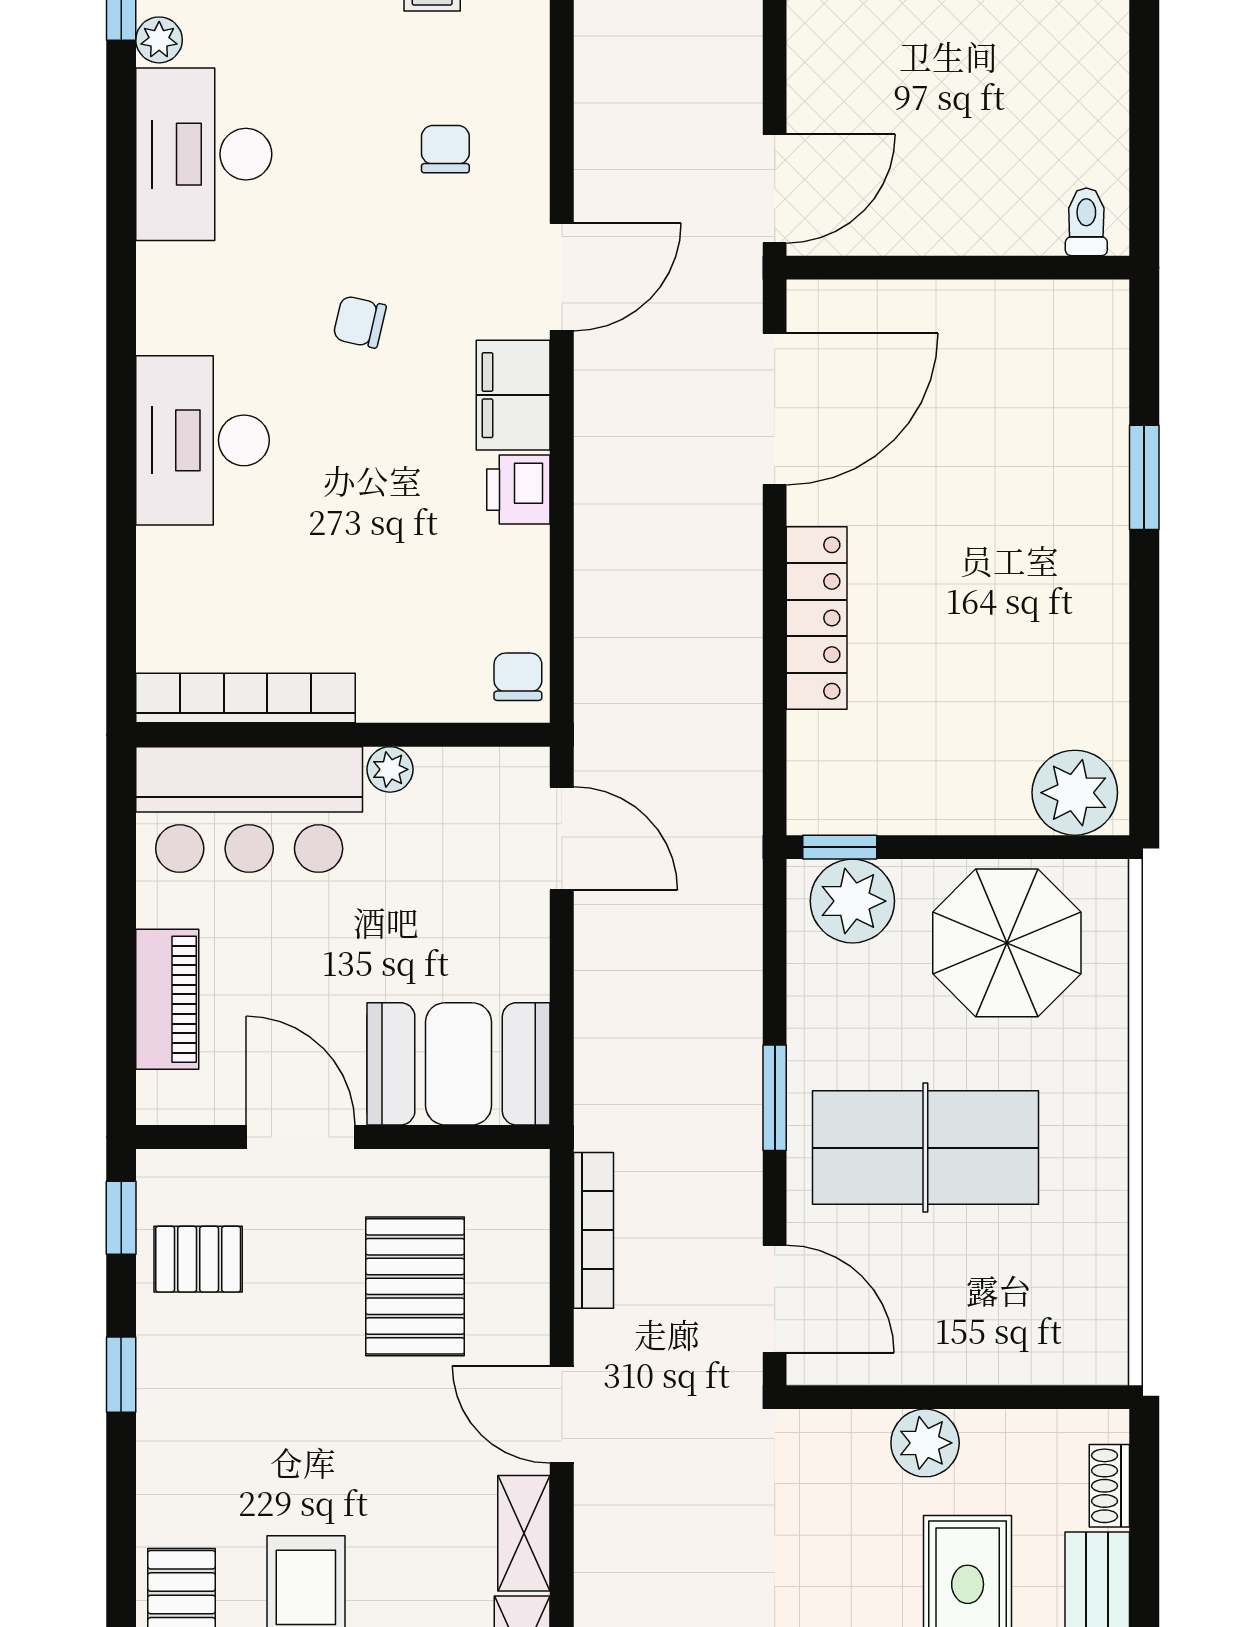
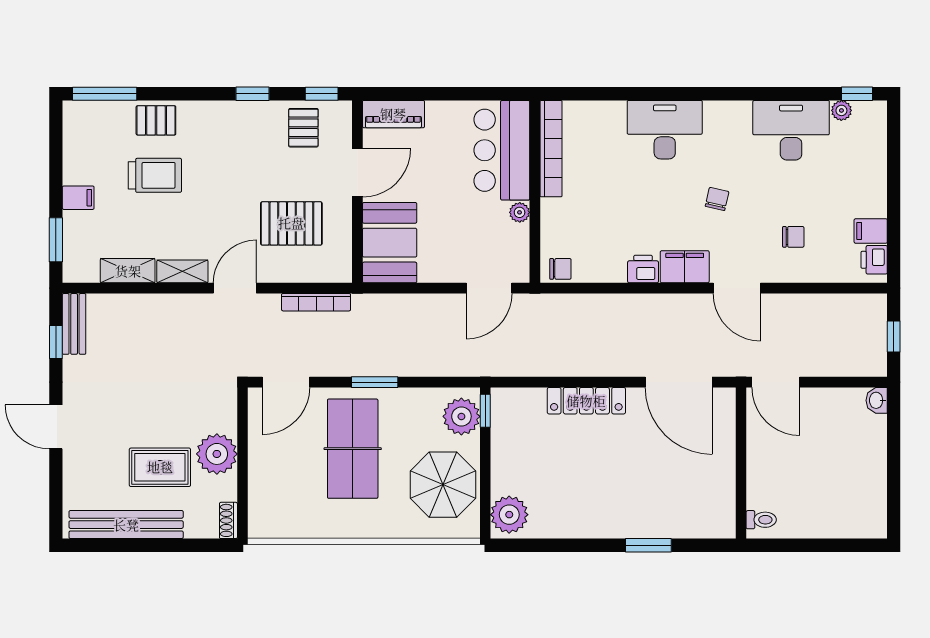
piano: (167, 999) -> (393, 114), moved
plant: (925, 1443) -> (217, 454), width x1.36, depth x1.36
shoe rack: (1109, 1486) -> (228, 520), moved, turned -90

